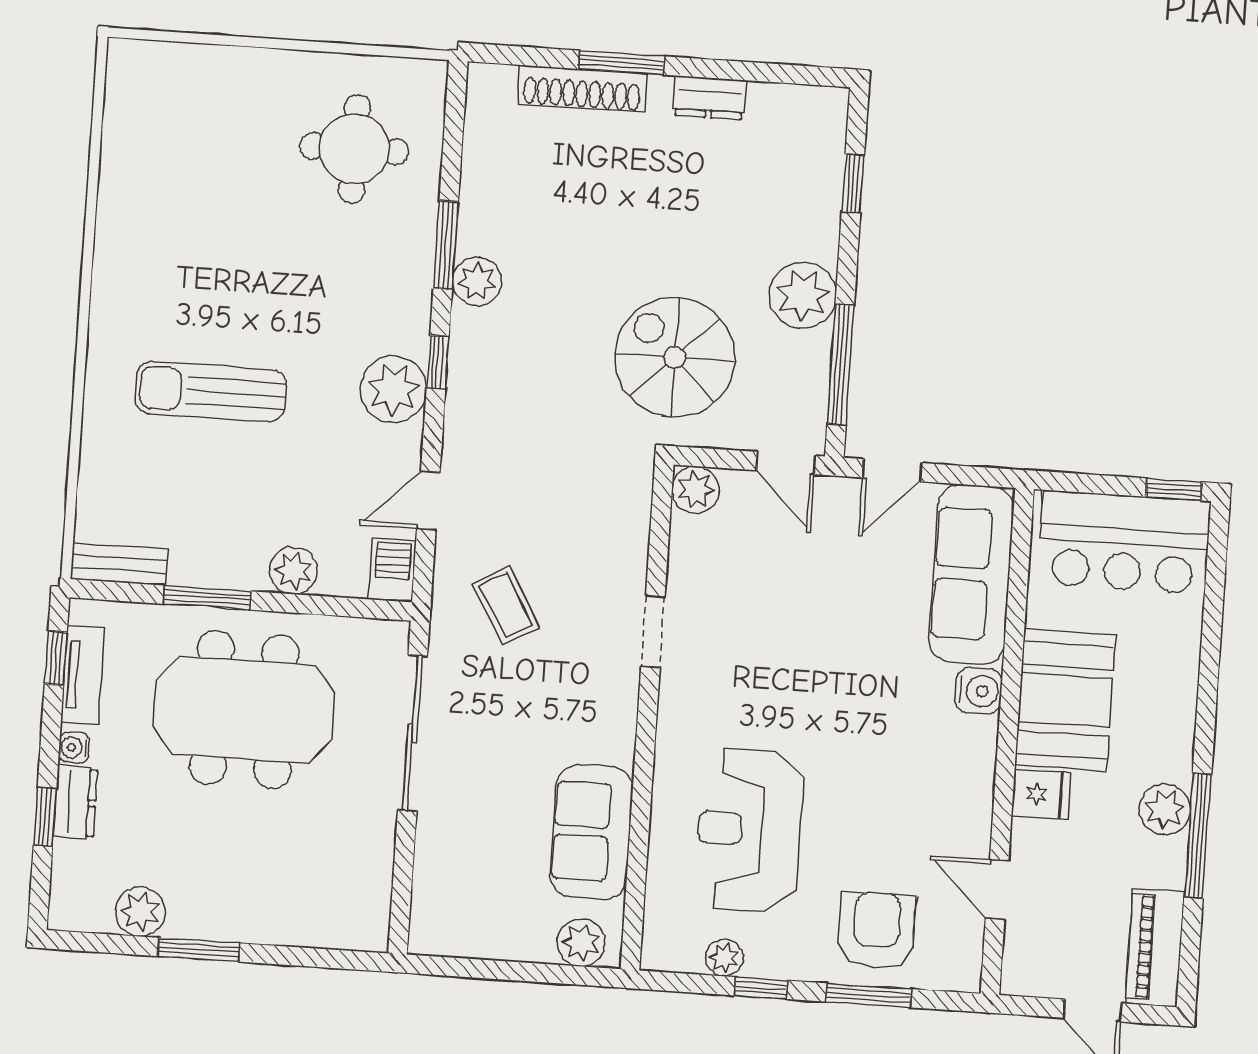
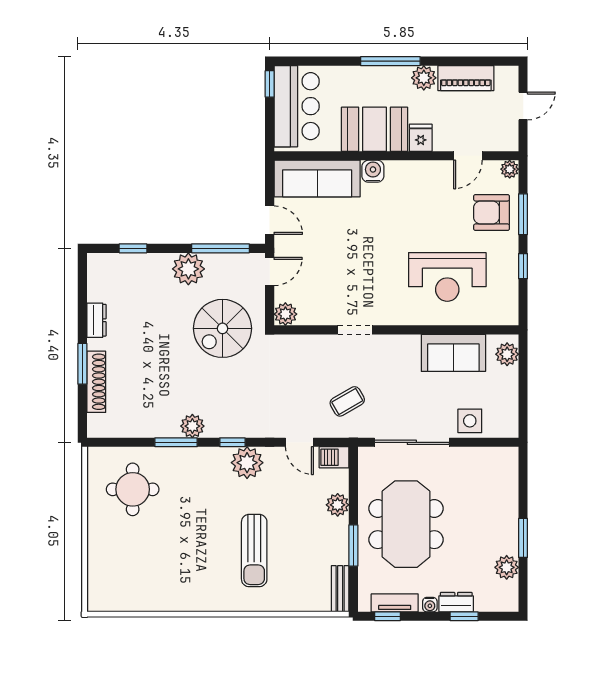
window: (1198, 836) -> (390, 61), moved
side table: (449, 856) -> (470, 421), added
piano: (1155, 948) -> (466, 78), moved
plant: (724, 958) -> (510, 169), moved

